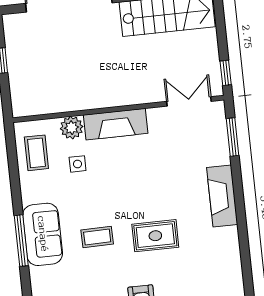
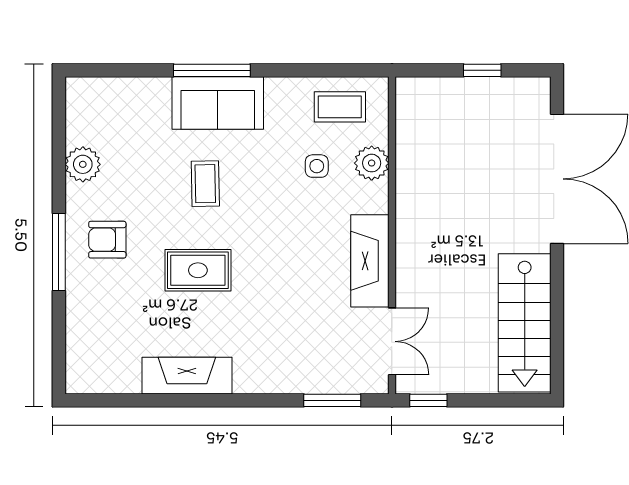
fireplace: (116, 124) -> (370, 261), moved
fireplace: (222, 196) -> (187, 376), moved
rug: (155, 236) -> (198, 270), turned 90

